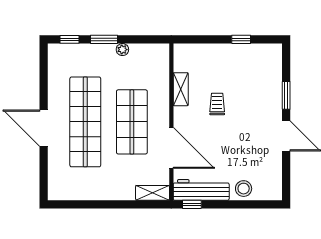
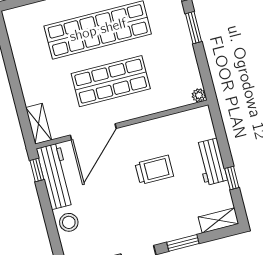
plant: (122, 50) -> (199, 95), moved
workbench: (223, 53) -> (211, 162), added
shelving: (181, 89) -> (218, 220), moved
trolley: (217, 104) -> (154, 170), width x1.36, depth x1.39

